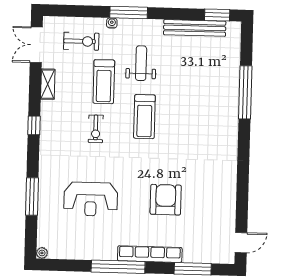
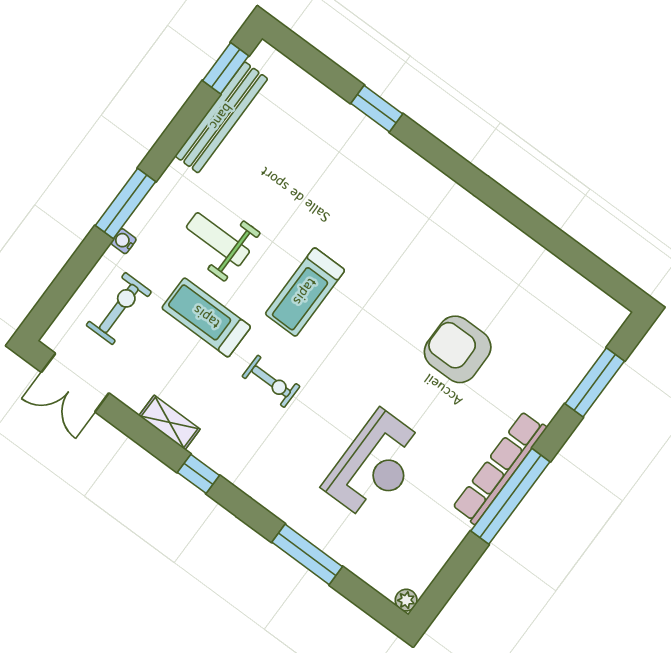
treadmill: (104, 82) -> (206, 317), turned 180
shelving: (48, 84) -> (169, 422), moved
window: (245, 92) -> (377, 109), width x0.47
treadmill: (144, 117) -> (305, 292), turned 90
door: (241, 243) -> (606, 279), removed
row of seats: (150, 254) -> (500, 468), moved

